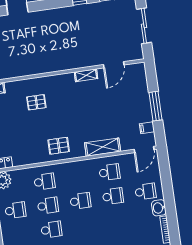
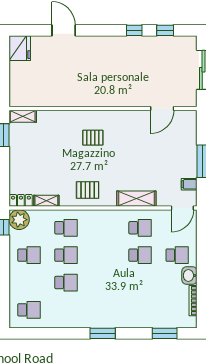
shelving: (86, 75) -> (46, 201), moved
pallet: (36, 102) -> (93, 138), moved
school desk: (80, 201) -> (103, 255), removed

